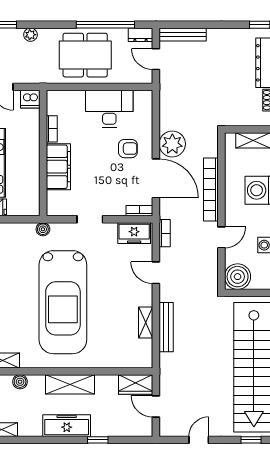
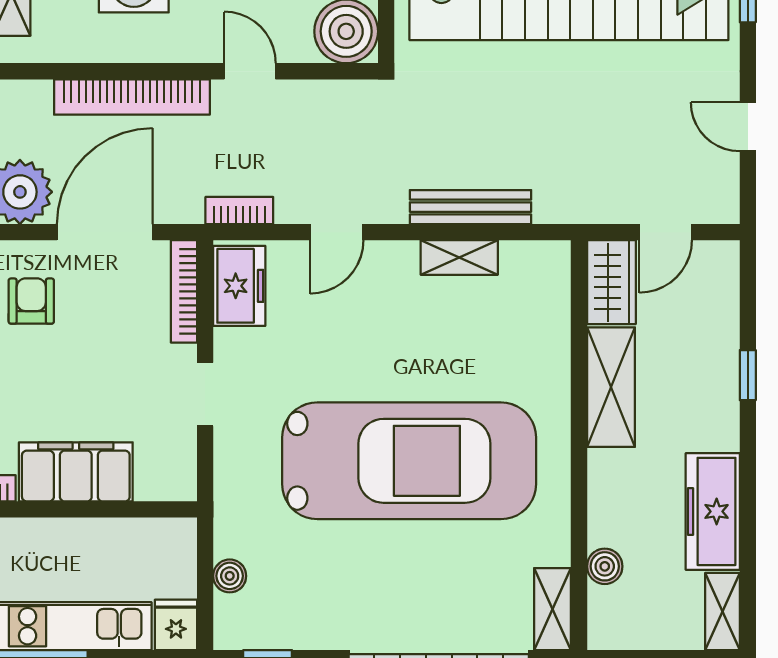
bookcase: (139, 211) -> (184, 291), width x1.56
boiler: (43, 229) -> (230, 576), moved
shelving: (70, 384) -> (611, 387), moved
freezer: (67, 426) -> (713, 511), moved

